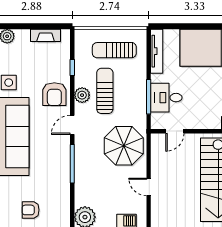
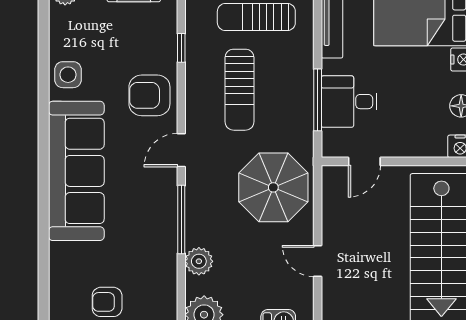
sun lounger: (105, 91) -> (240, 90), turned 180
armchair: (54, 94) -> (149, 95), turned 90
plant: (82, 95) -> (199, 261), moved

